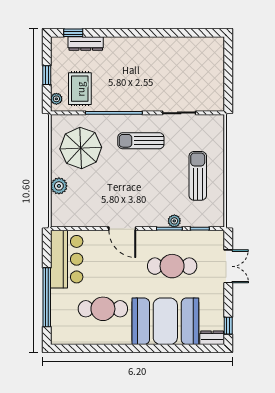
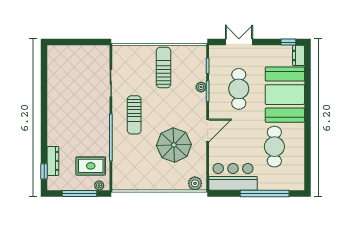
window: (47, 75) -> (79, 193), width x2.17
parasol: (81, 148) -> (174, 145), moved
sun lounger: (198, 176) -> (163, 68), turned 90
plant: (59, 186) -> (195, 183), moved

